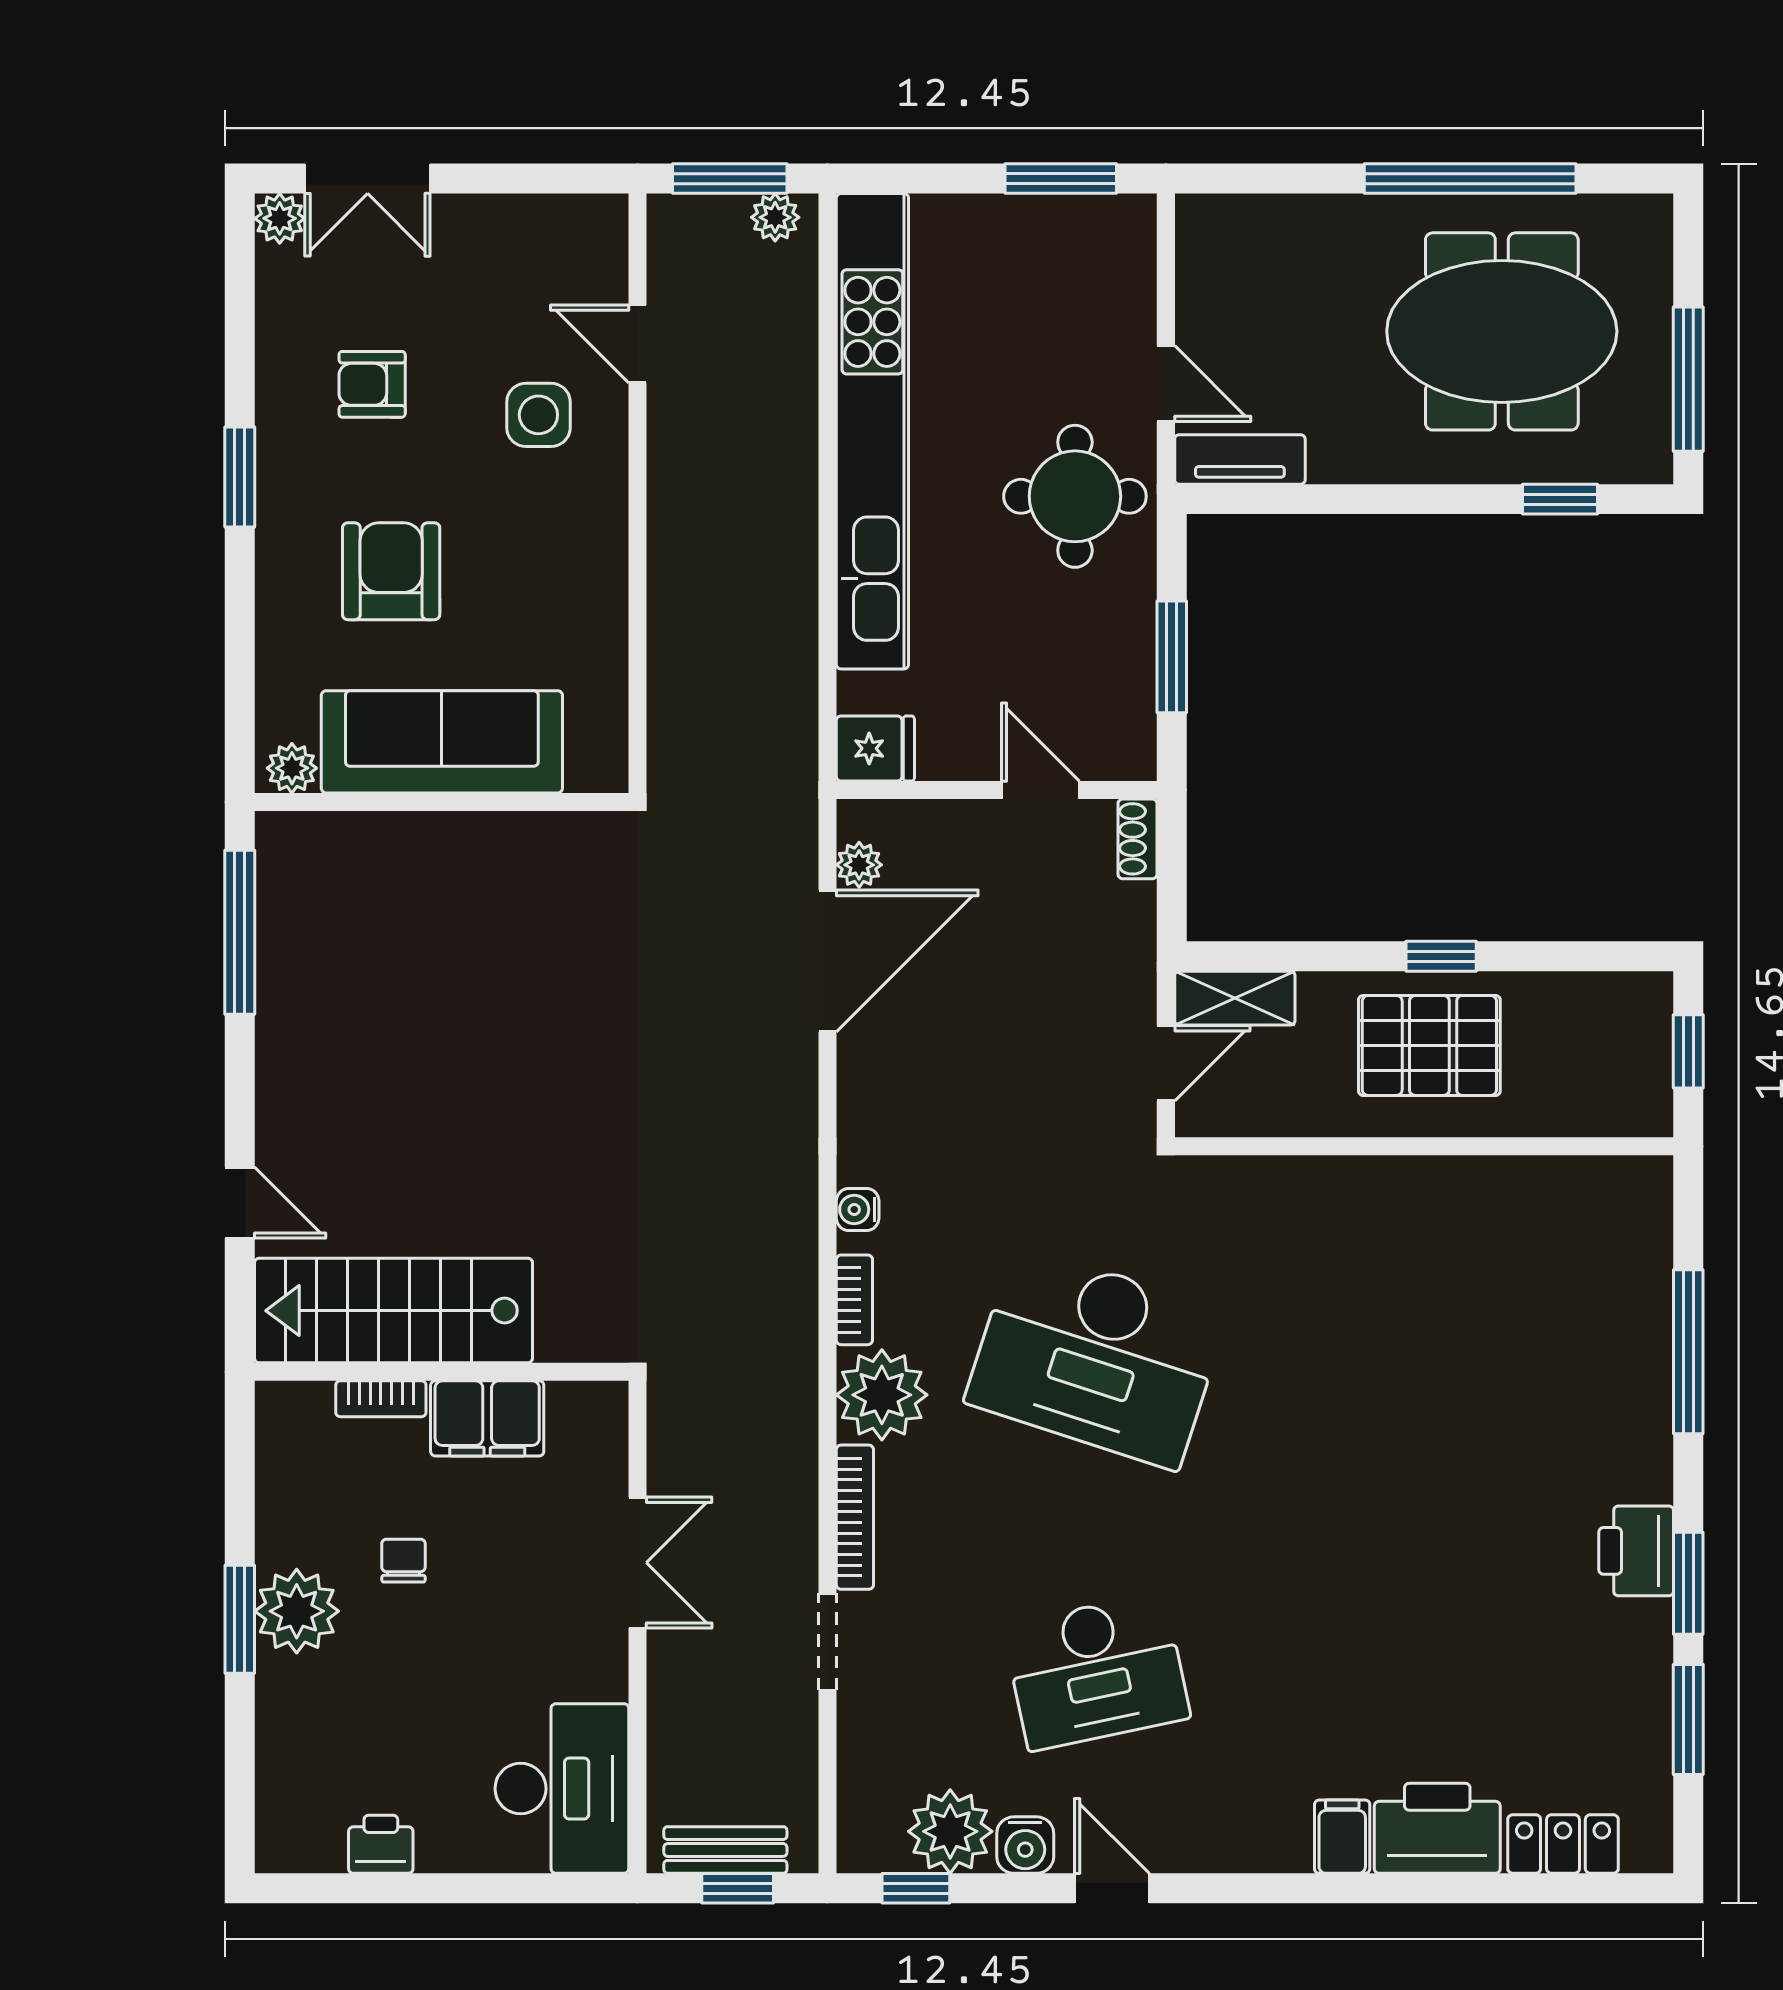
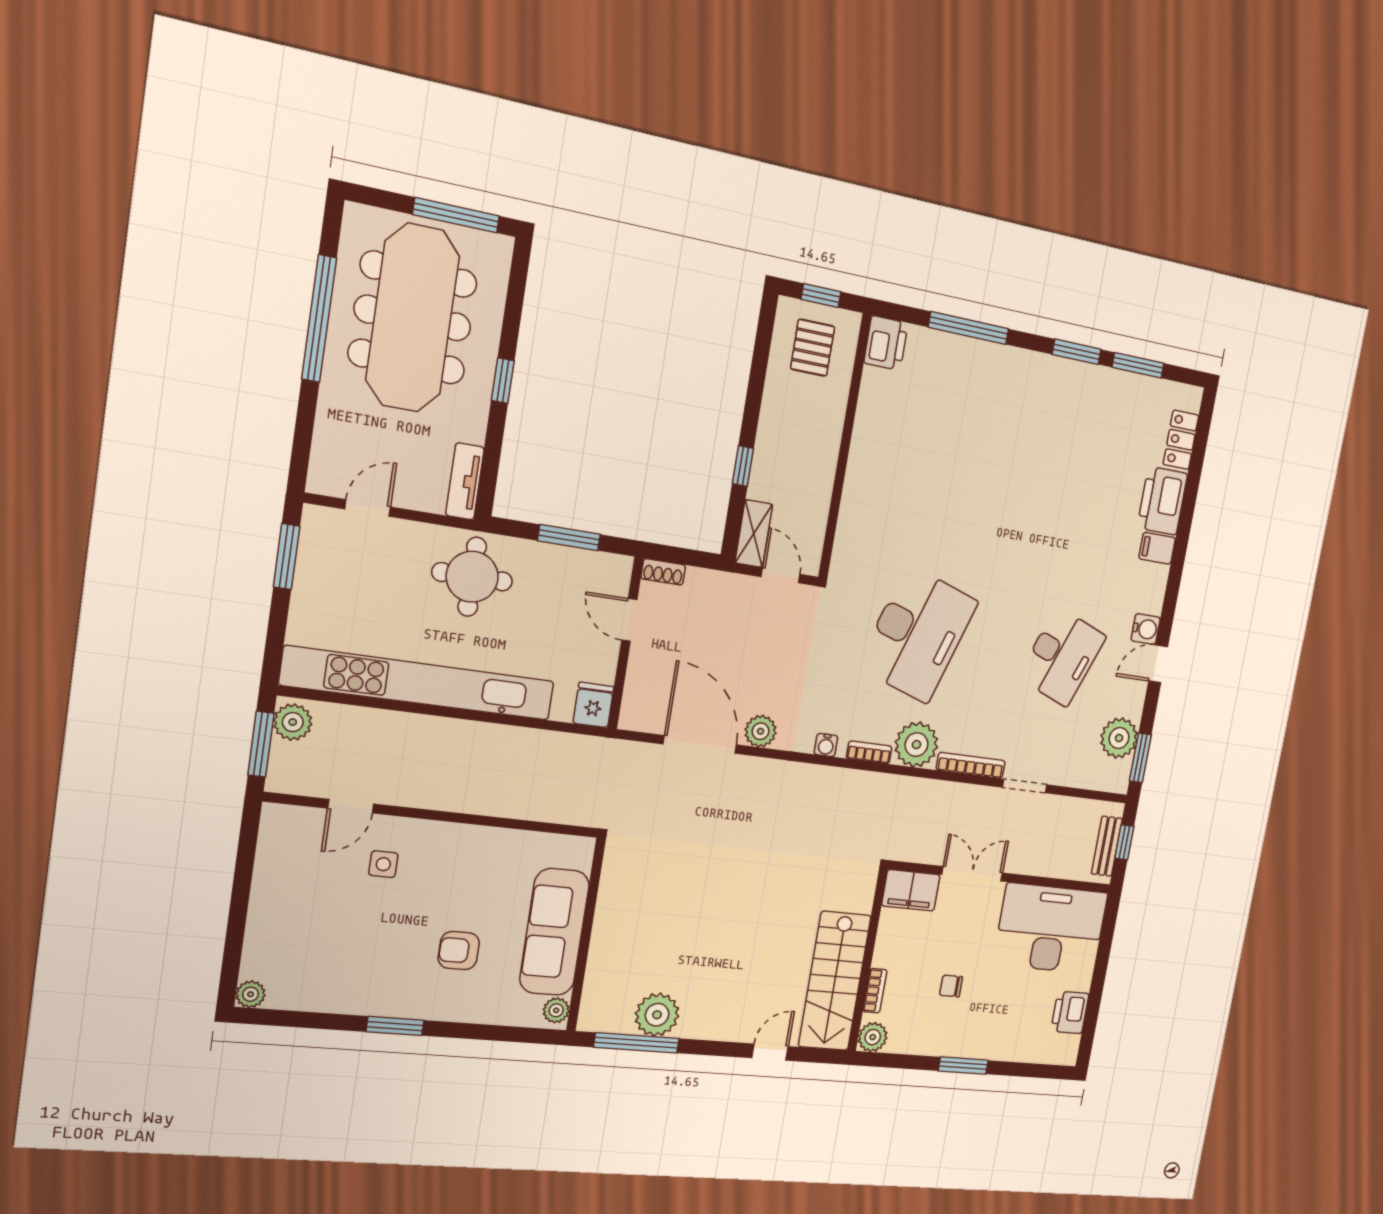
double door: (368, 179) -> (234, 945), removed
plant: (775, 217) -> (293, 722), width x1.38, depth x1.38
meeting table: (1502, 331) -> (413, 318), width x1.36
armchair: (372, 384) -> (353, 952), removed
door: (1166, 384) -> (368, 508), moved
side table: (538, 415) -> (383, 864), width x0.73, depth x0.73
window: (1560, 499) -> (503, 381), moved
armchair: (391, 571) -> (459, 951), width x0.72, depth x0.72
door: (1040, 790) -> (629, 620), hinge flipped
plant: (859, 865) -> (761, 731), moved, width x1.38, depth x1.38
window: (1441, 956) -> (743, 466), moved
plant: (298, 963) -> (657, 1015), added
pallet: (1429, 1045) -> (813, 348), moved, width x0.67, depth x0.71
filing cabinet: (487, 1418) -> (911, 890), moved, turned 90
printer: (1636, 1551) -> (886, 343), moved, turned -90
plant: (297, 1611) -> (873, 1037), moved, width x0.73, depth x0.73
desk: (1096, 1671) -> (1062, 657), turned 33
desk: (562, 1789) -> (1051, 928), width x1.36, depth x1.30
printer: (381, 1844) -> (1070, 1012), width x1.36, depth x1.24
water cooler: (1025, 1845) -> (1146, 629), moved
window: (916, 1888) -> (1140, 758), width x1.50

